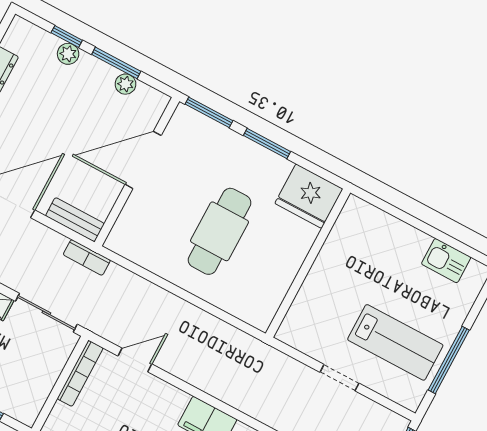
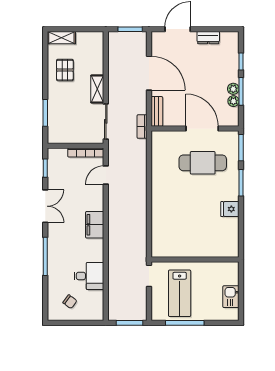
plant: (68, 54) -> (233, 89), moved
fridge: (309, 196) -> (230, 209), width x0.53, depth x0.75
cafe table: (220, 231) -> (203, 163), moved
wall: (308, 263) -> (195, 260), moved
door: (135, 360) -> (106, 175), swing flipped

